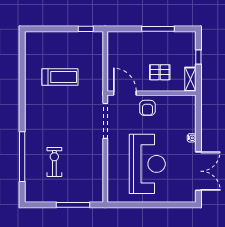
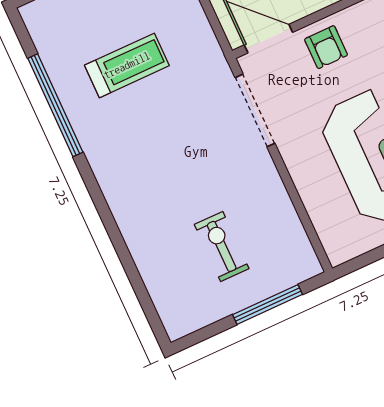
window: (22, 157) -> (55, 105), moved
exercise bike: (54, 162) -> (222, 246), moved

